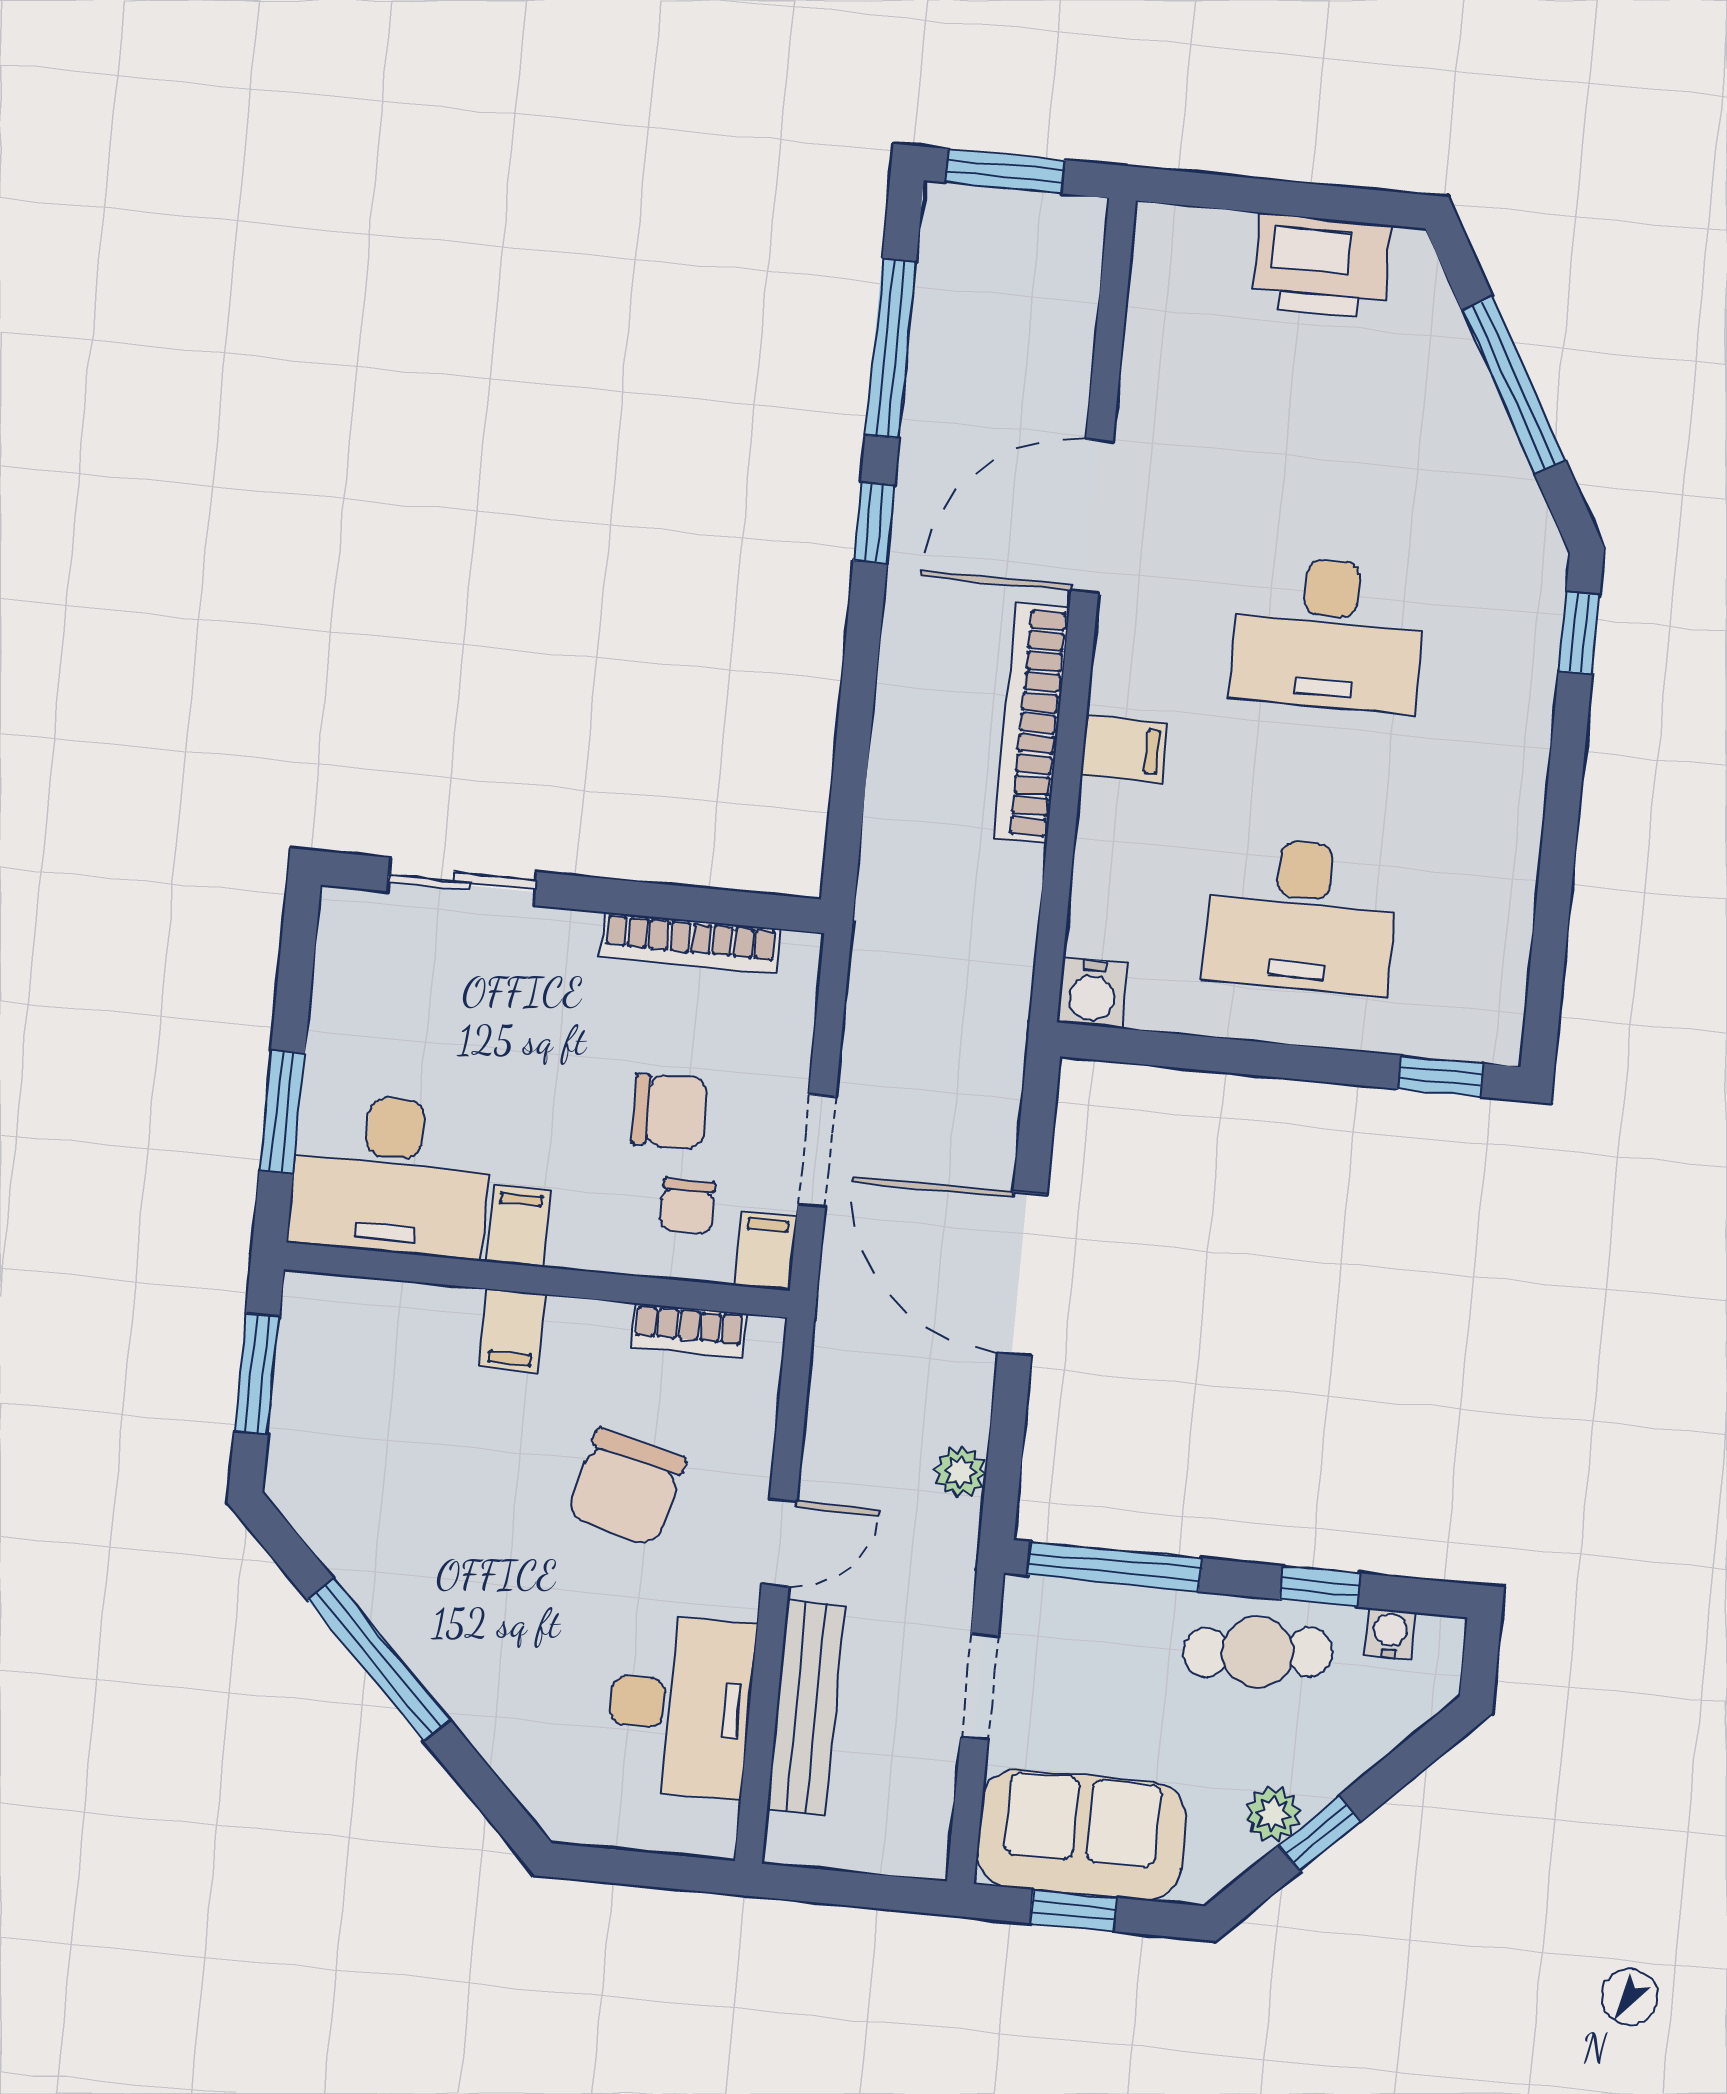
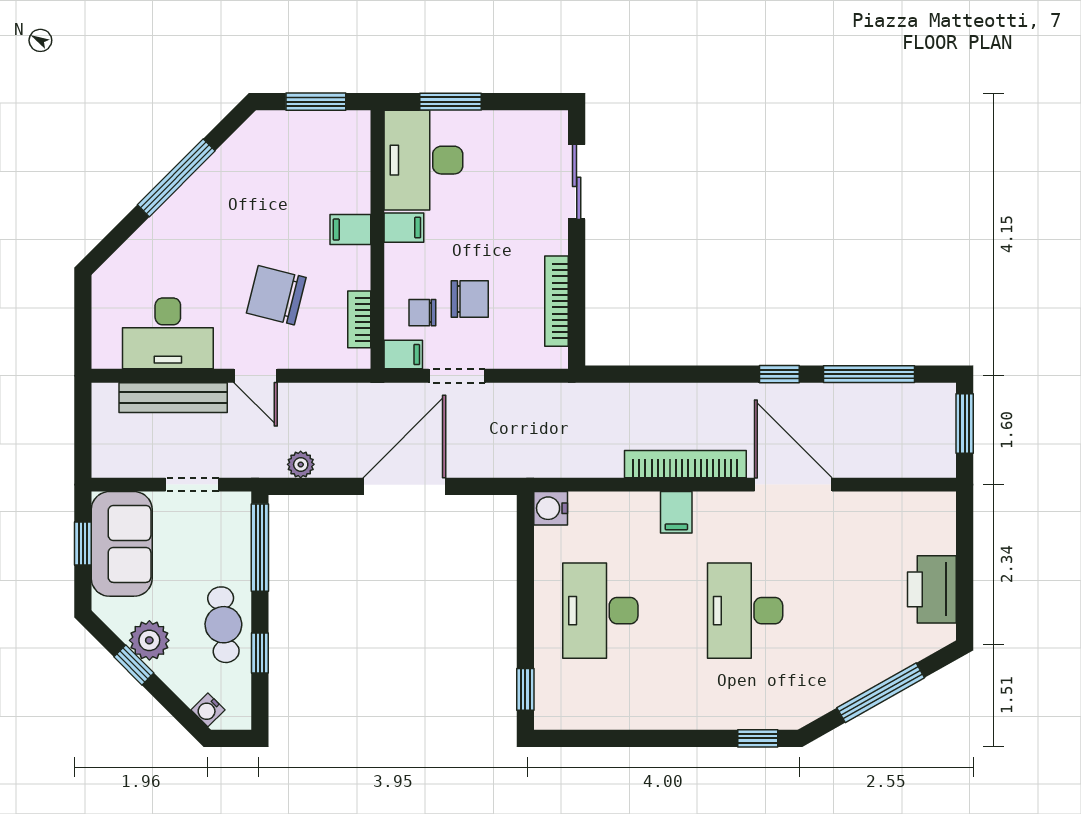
chair: (670, 1111) -> (470, 299), turned -89
water cooler: (1390, 1634) -> (208, 710), moved, turned 135
plant: (1273, 1814) -> (149, 640), width x1.38, depth x1.38

